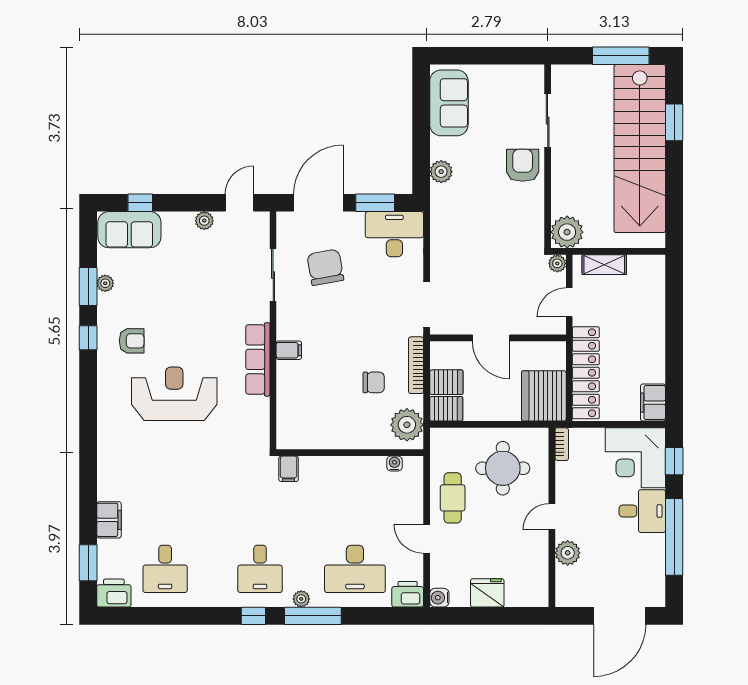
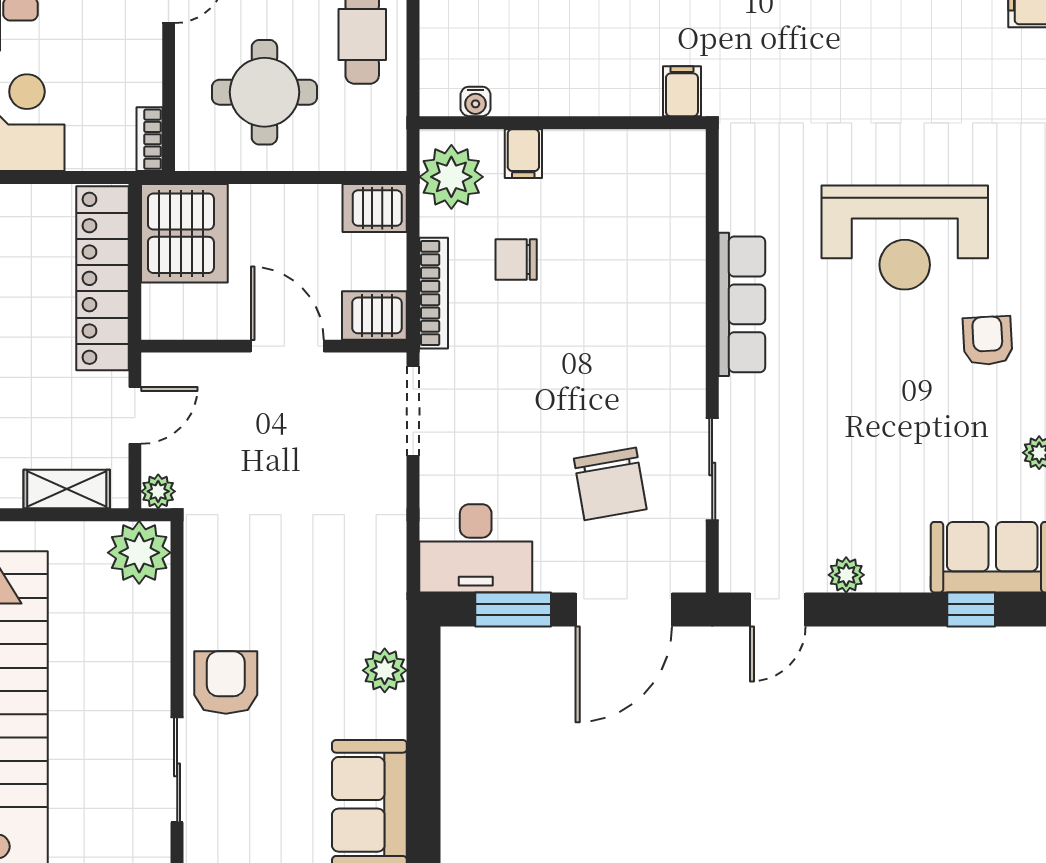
armchair: (523, 165) -> (226, 683), turned 180
armchair: (132, 341) -> (988, 341), turned 87
filing cabinet: (289, 350) -> (523, 154), moved, turned -90
server rack: (446, 382) -> (374, 315), moved

